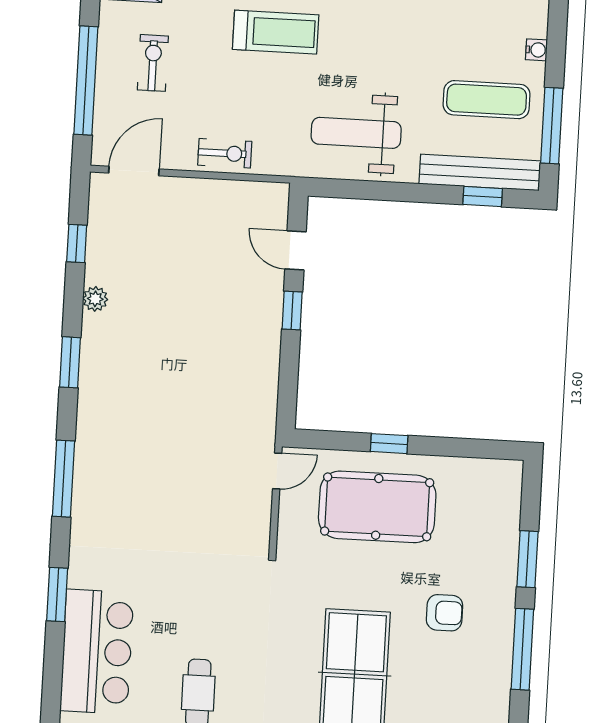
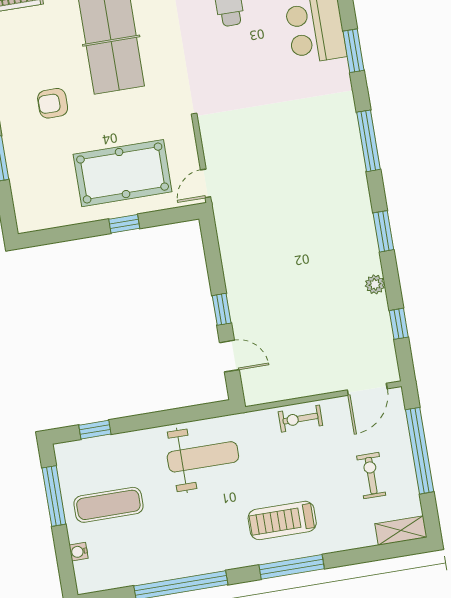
exercise bike: (153, 63) -> (371, 476), turned 180
bench: (480, 172) -> (101, 448), removed

